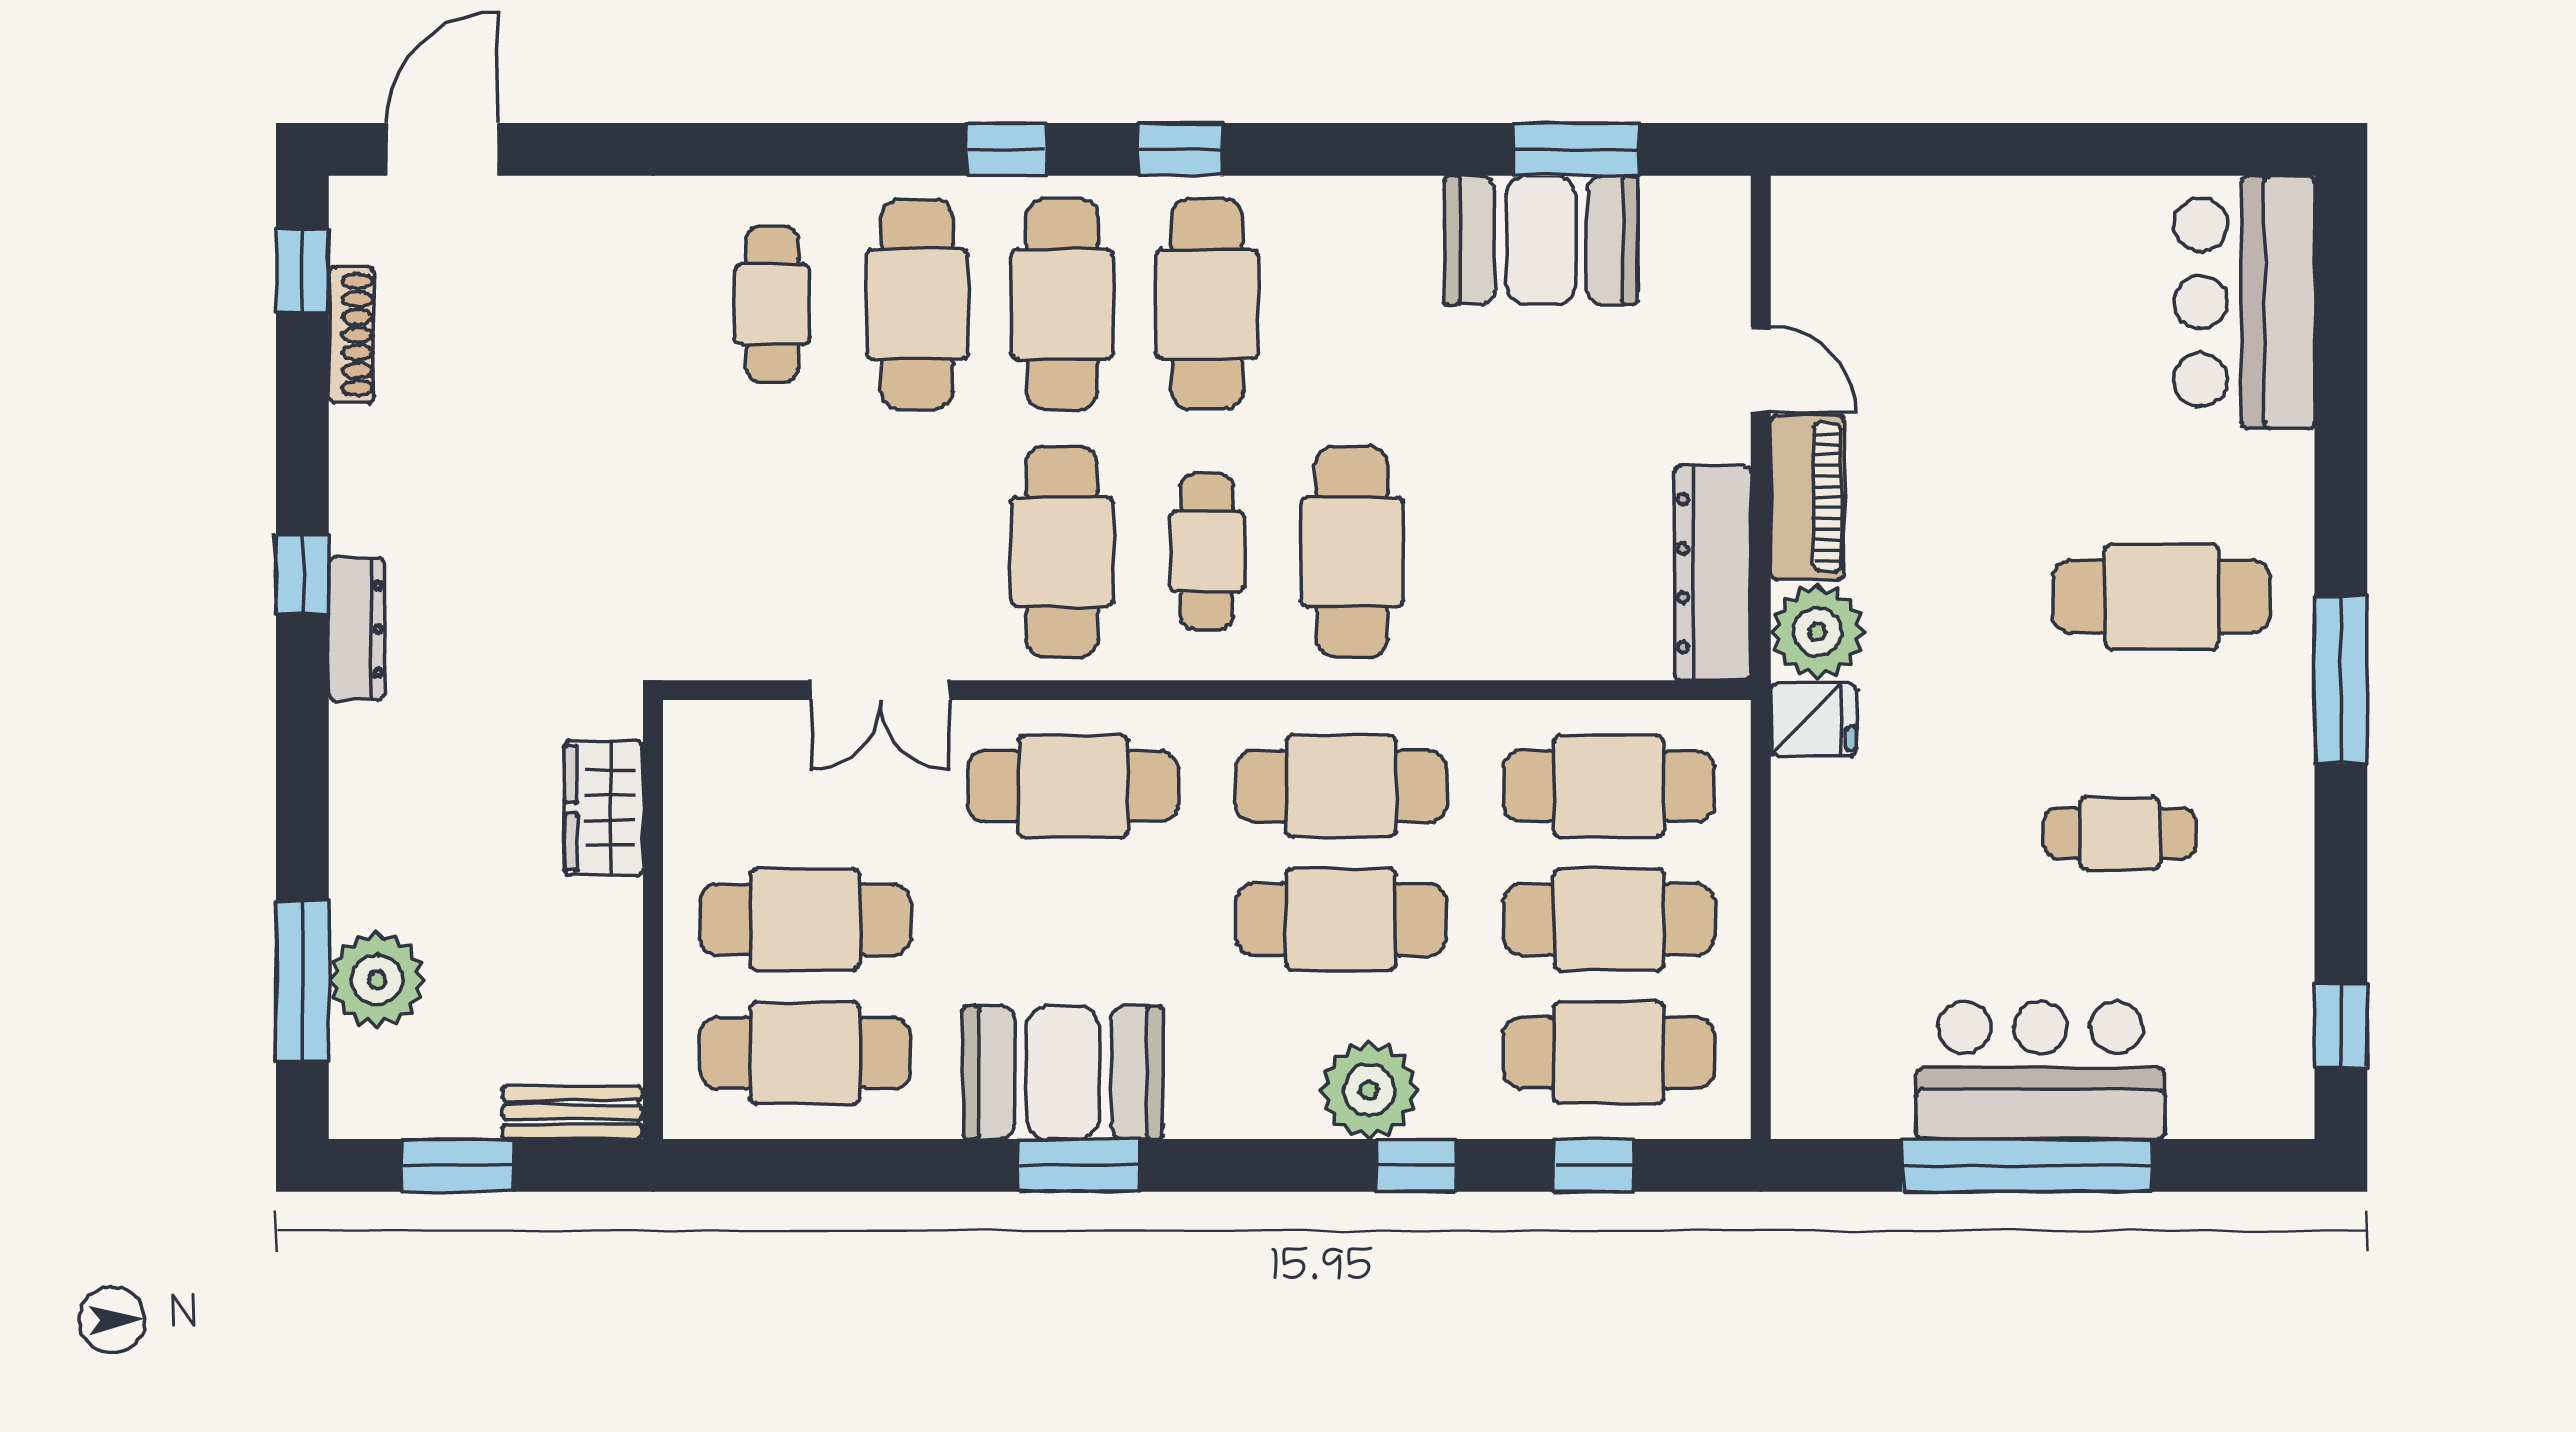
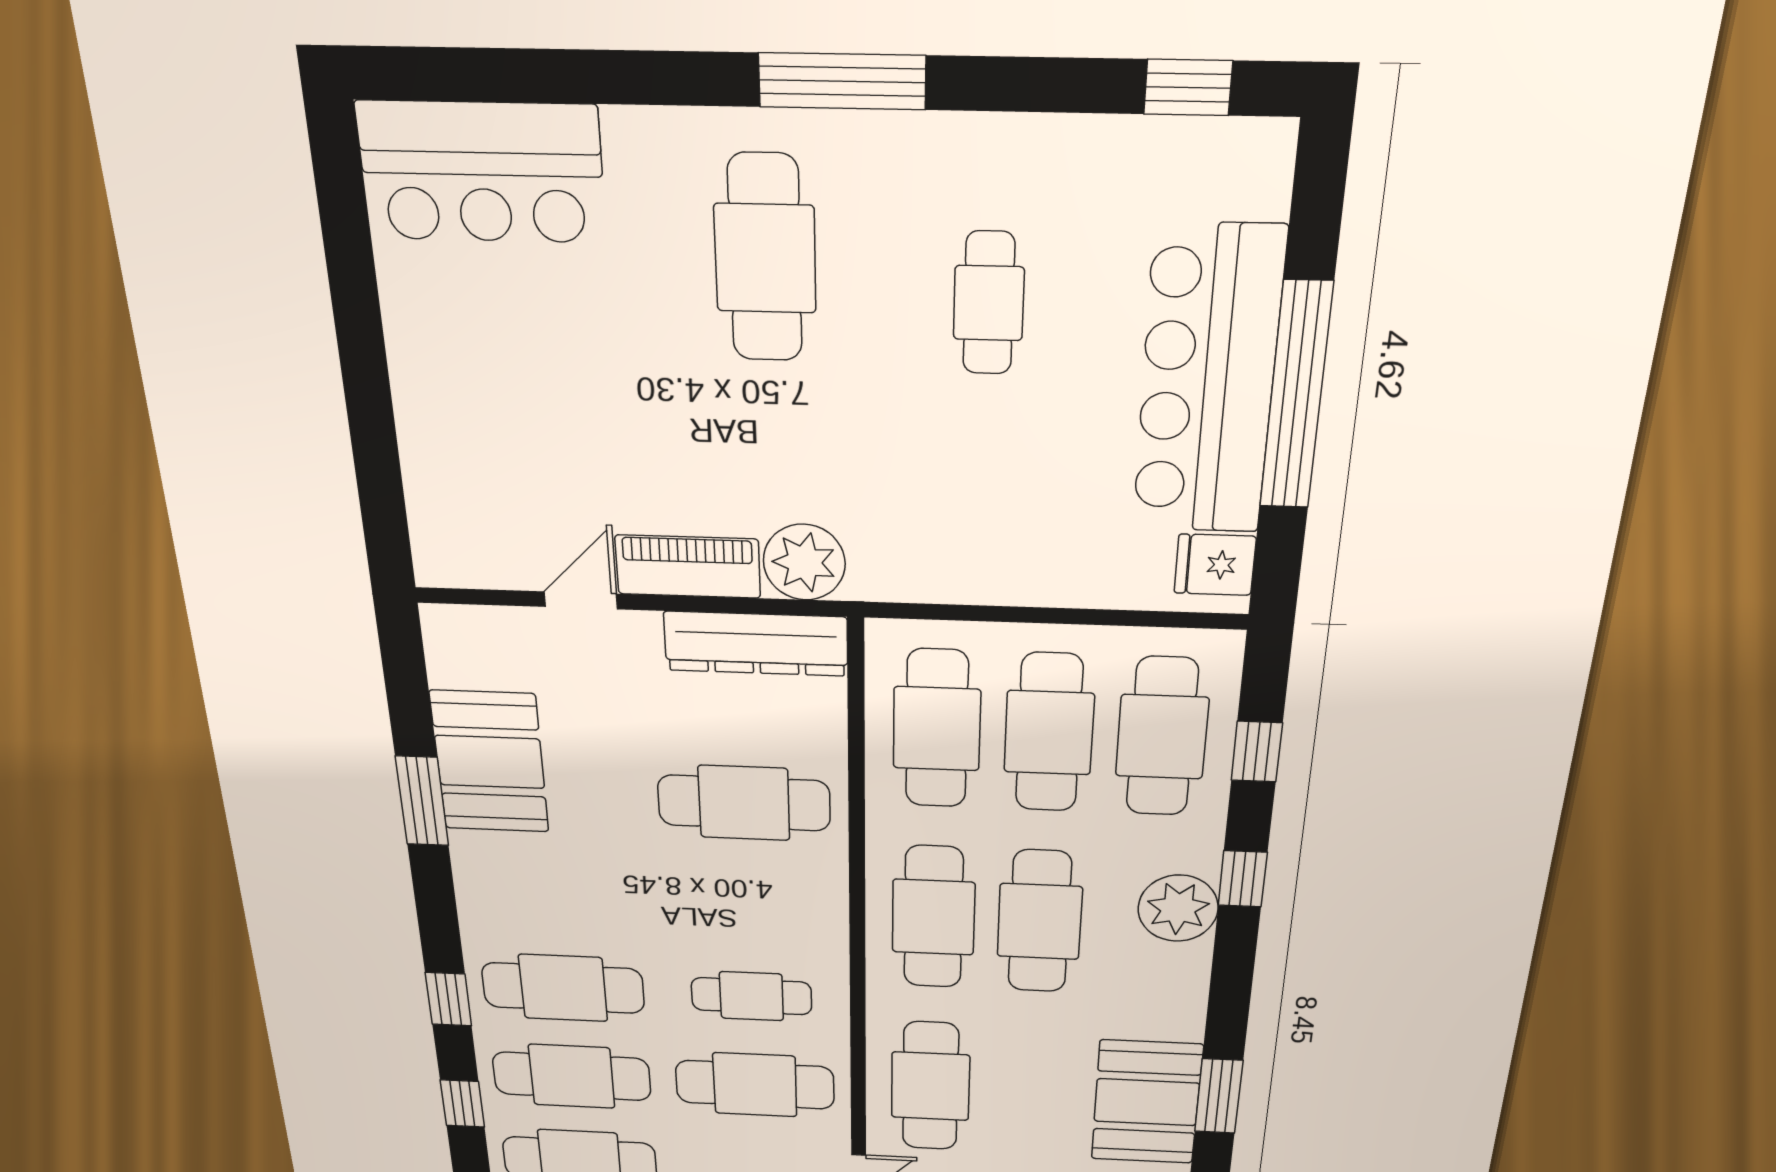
window: (1576, 149) -> (422, 801), moved
cafe table: (1352, 552) -> (744, 803), moved
fridge: (1814, 720) -> (1215, 565), moved, turned -90
bar counter: (2040, 1070) -> (1208, 382), width x1.36

